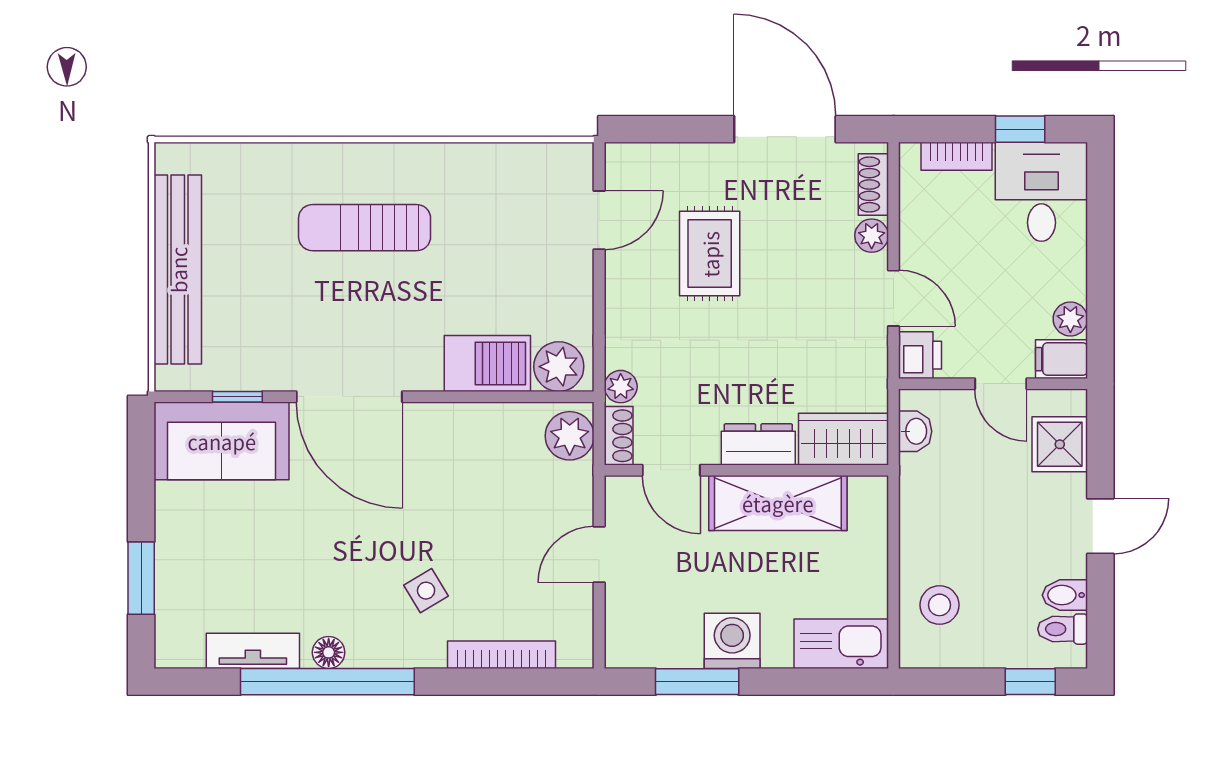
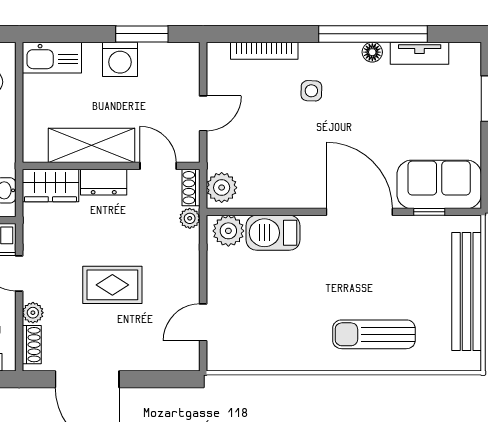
sun lounger: (365, 228) -> (374, 334), moved, turned 180
rug: (710, 254) -> (112, 285), moved, turned 90
side table: (426, 591) -> (311, 91), turned 33

